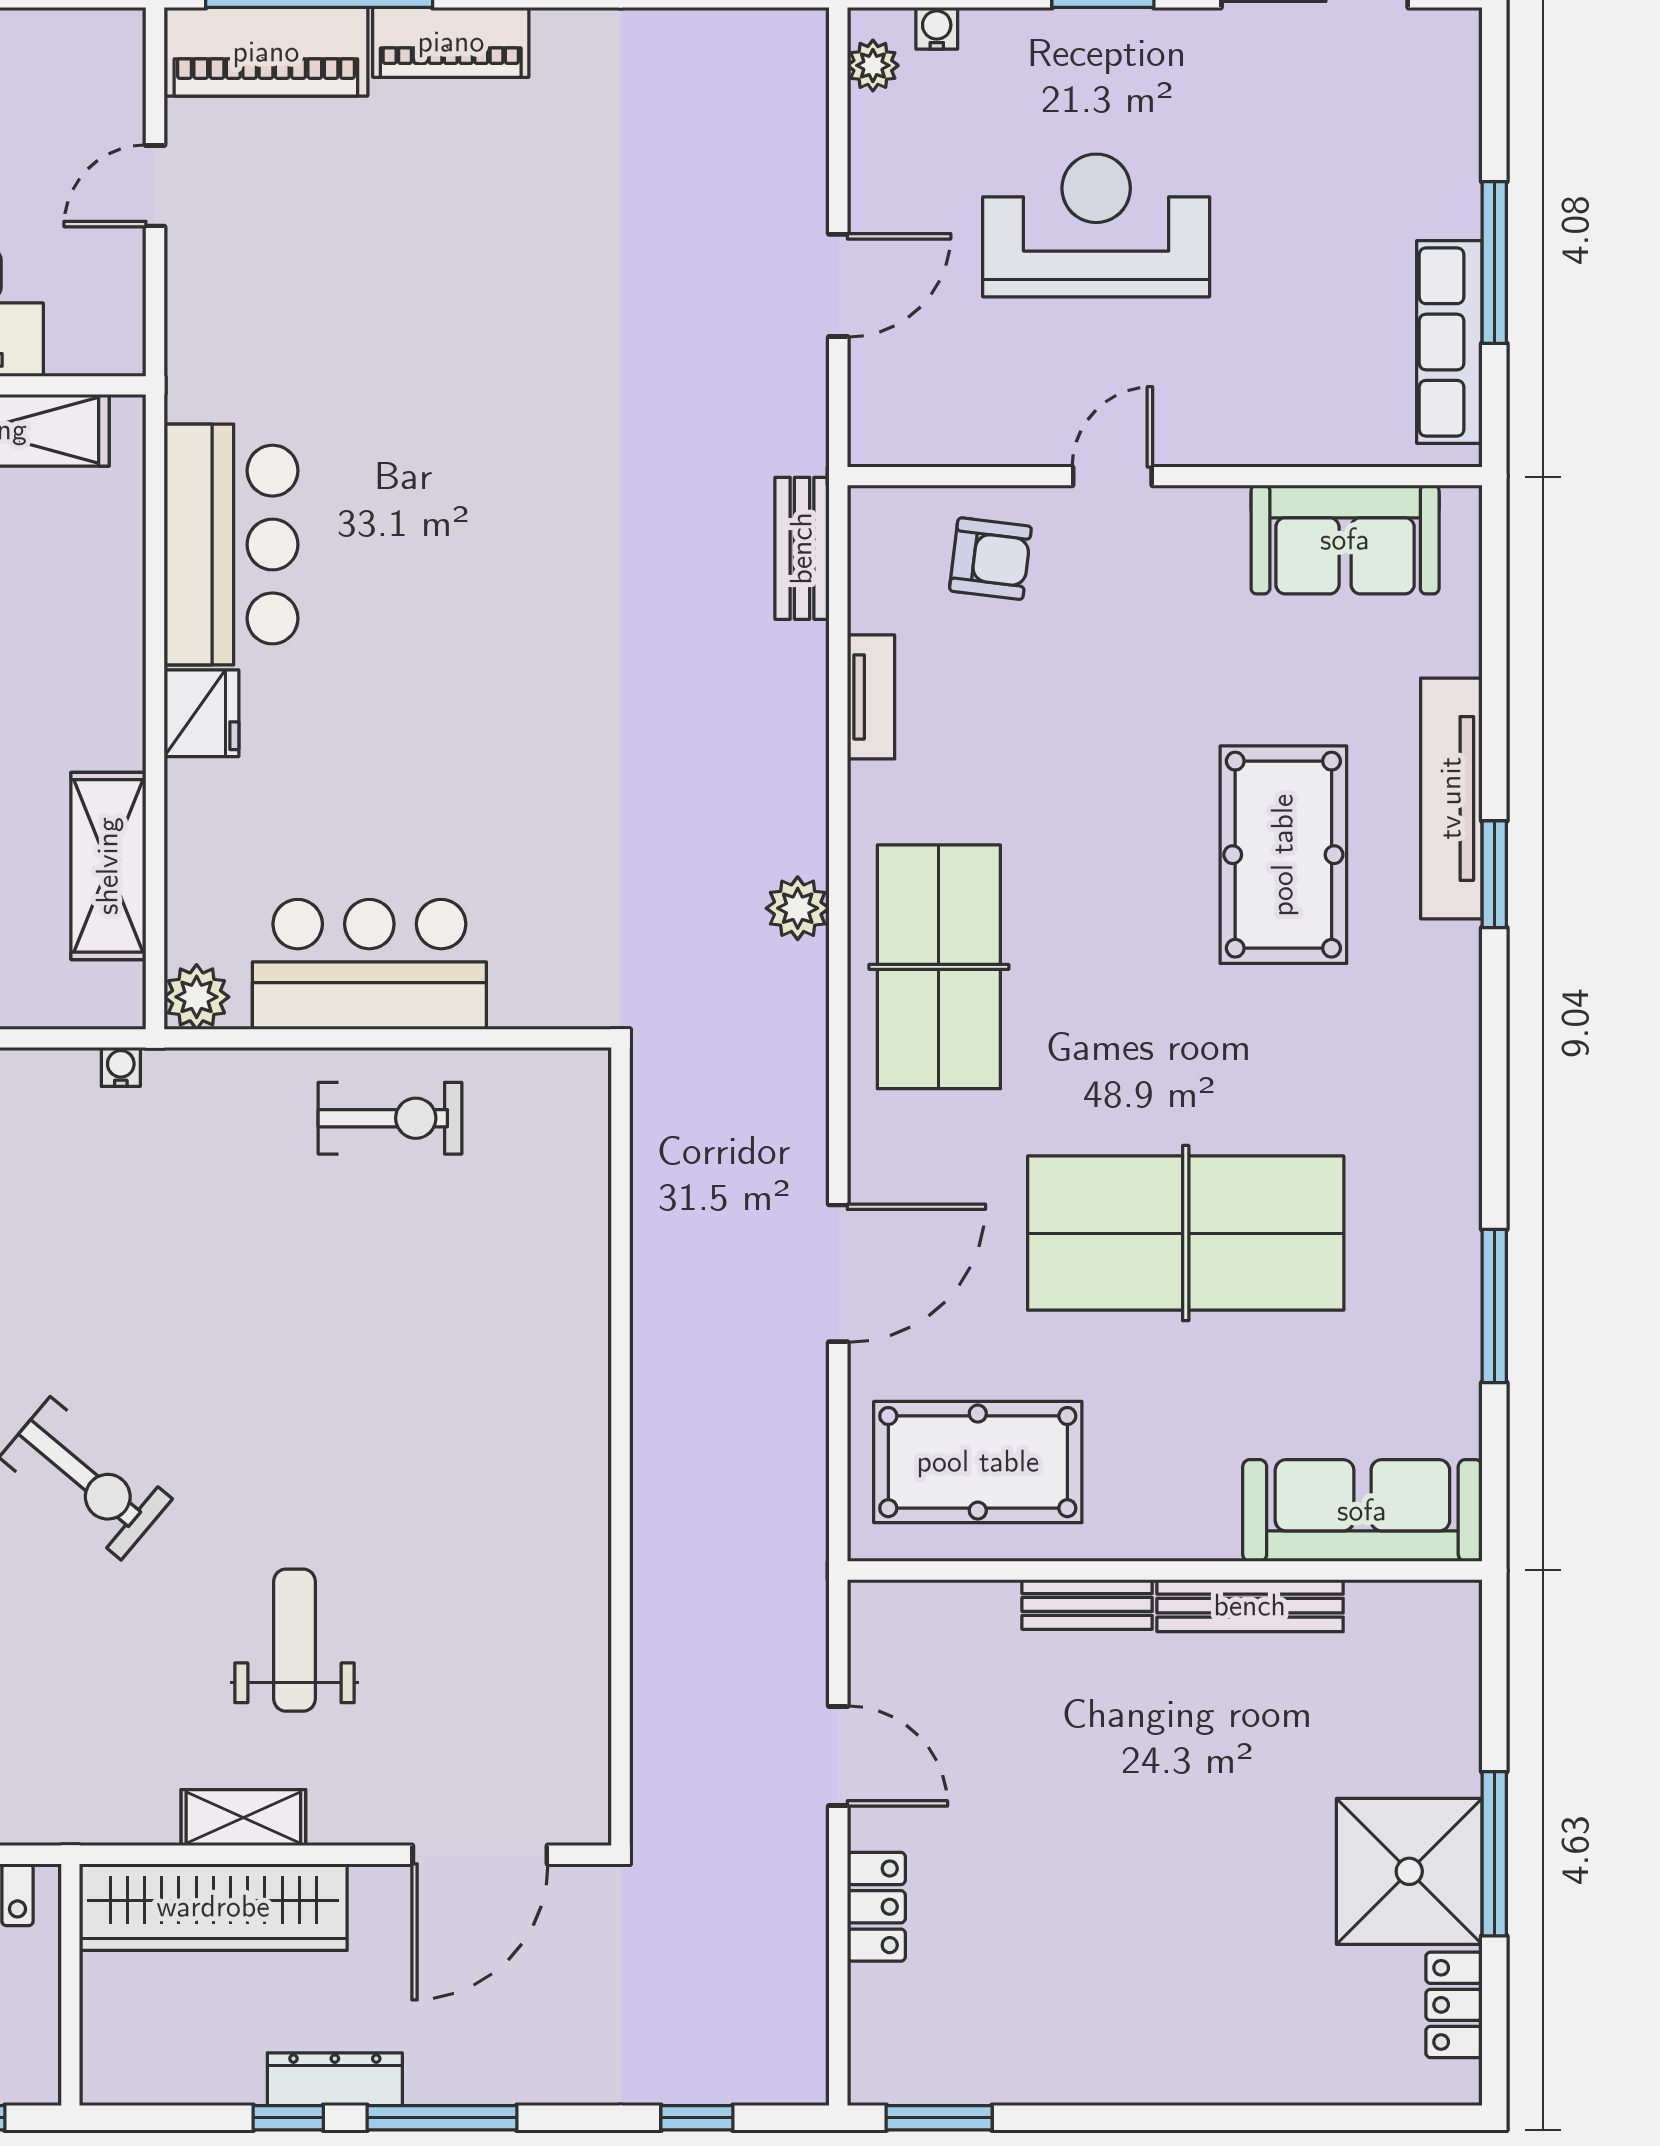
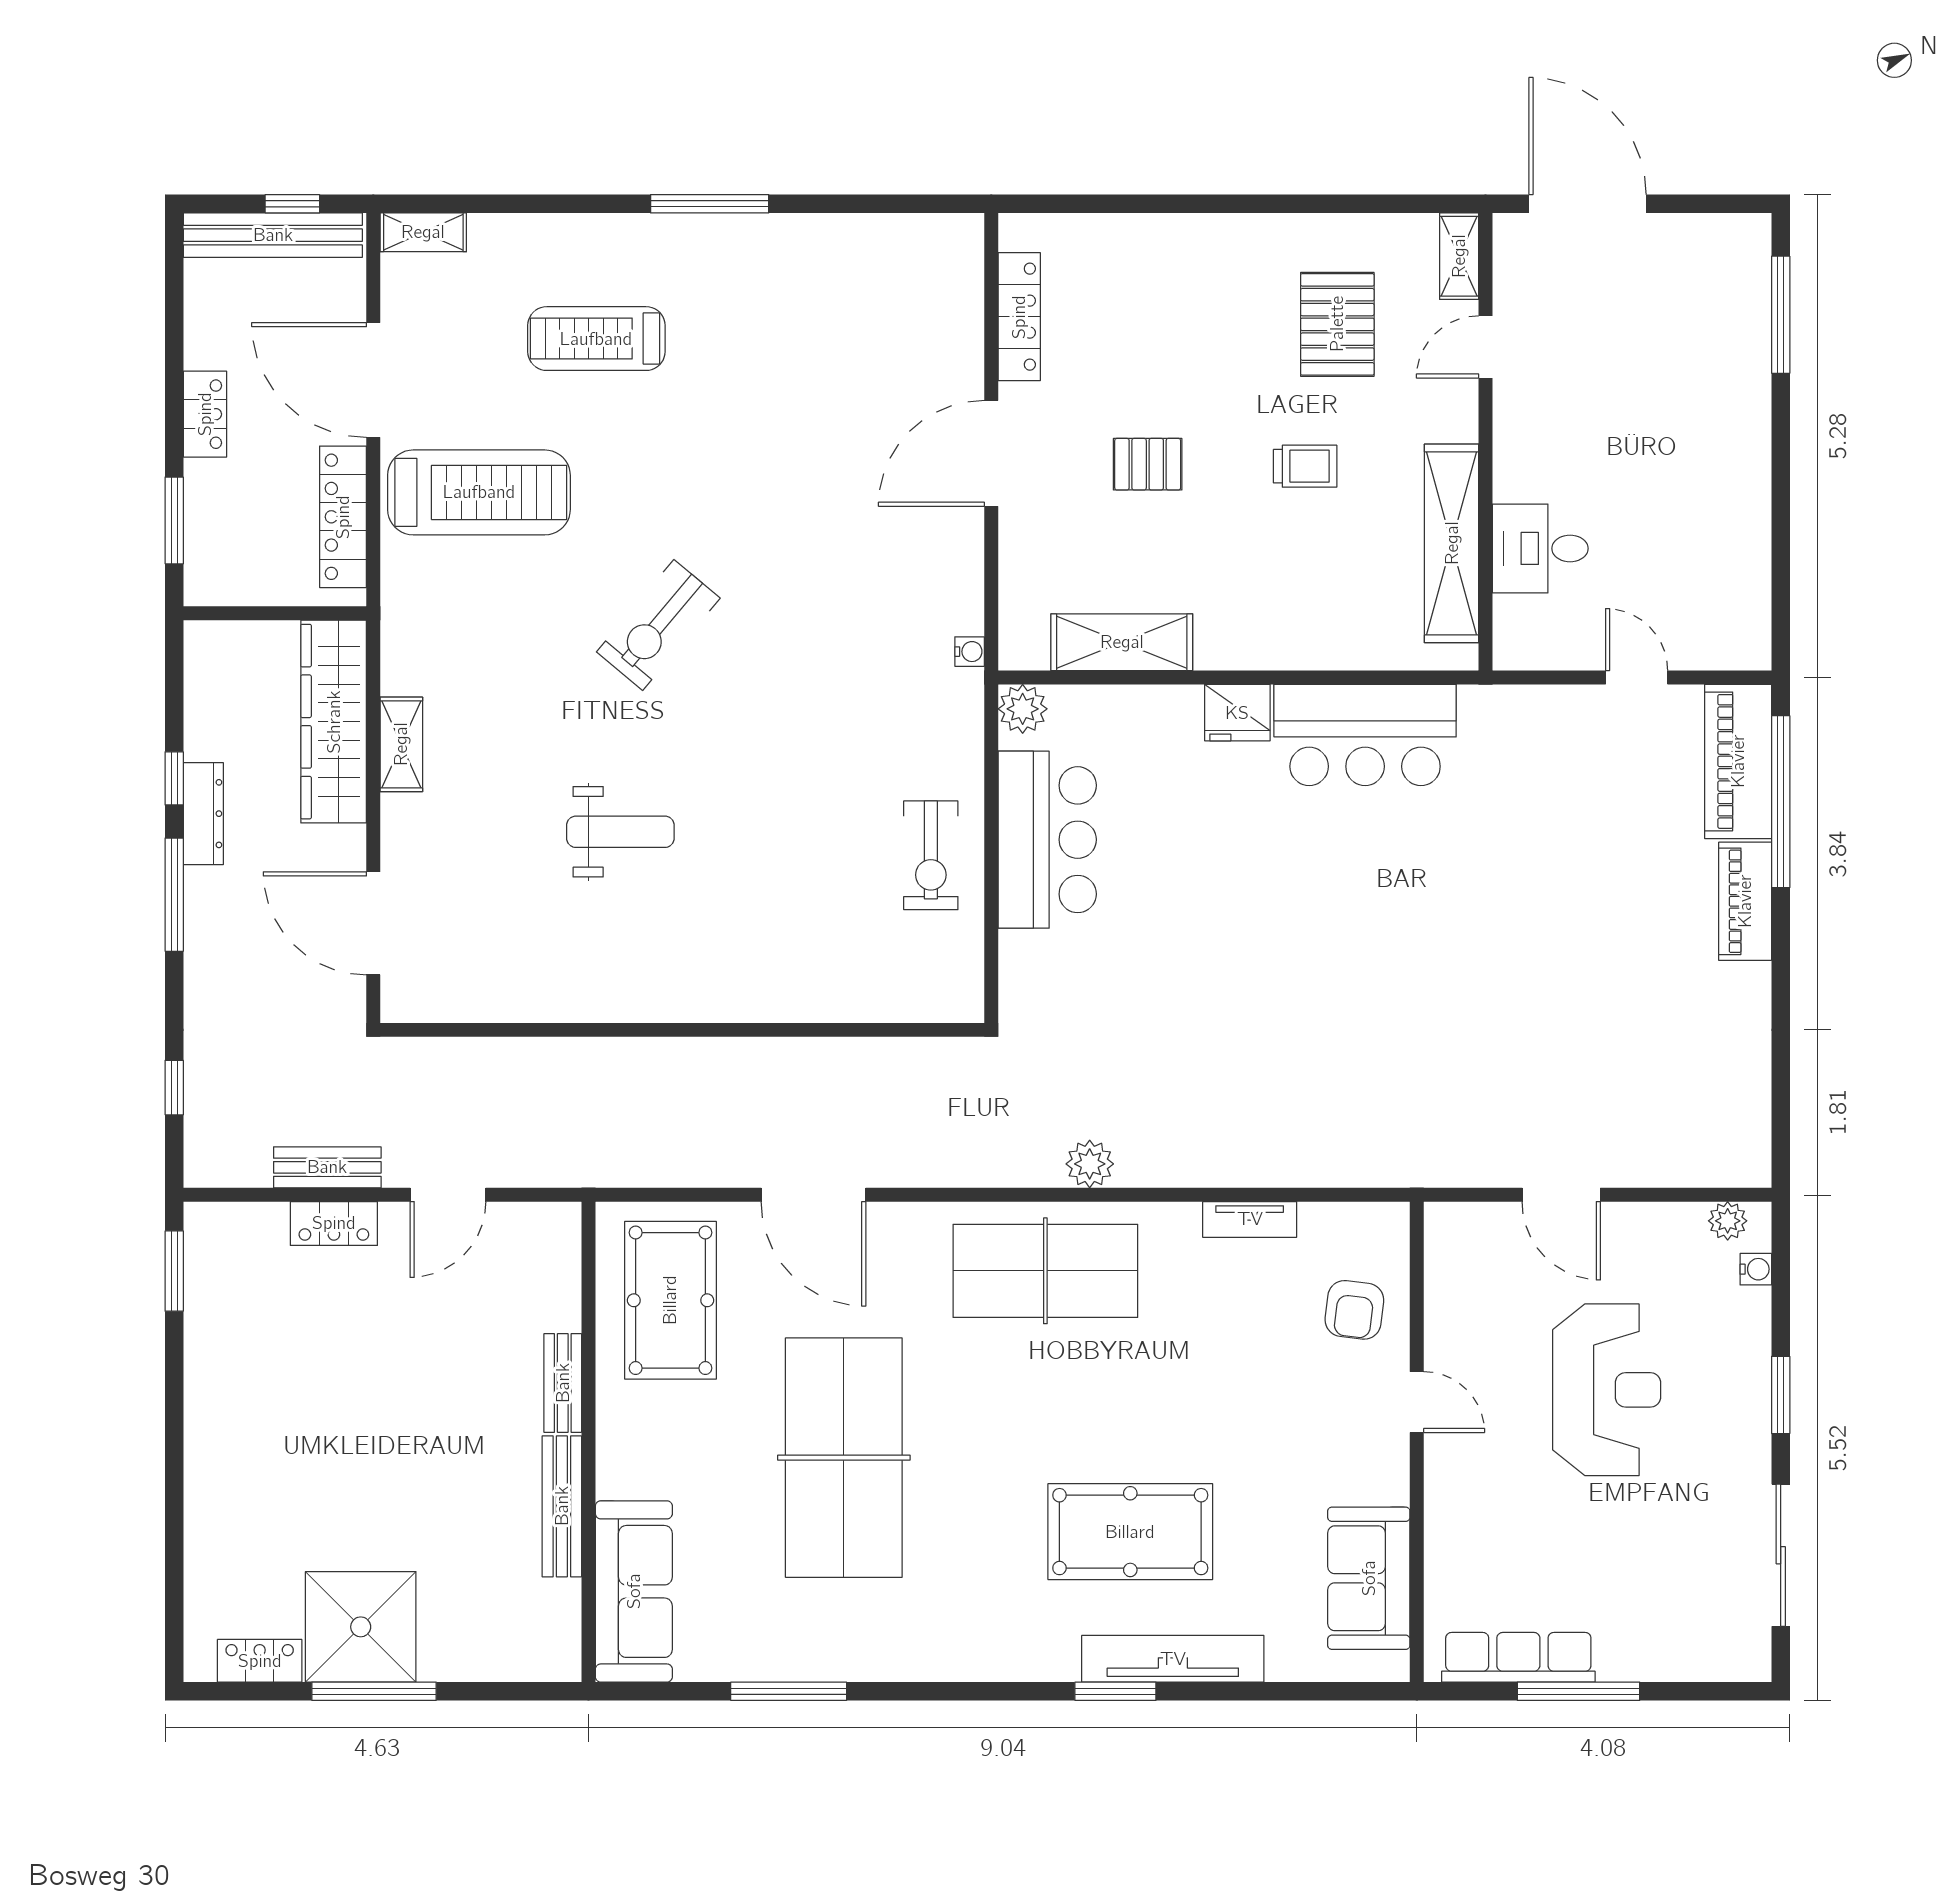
bench: (802, 548) -> (327, 1167), moved
weight bench: (295, 1640) -> (620, 832), moved

